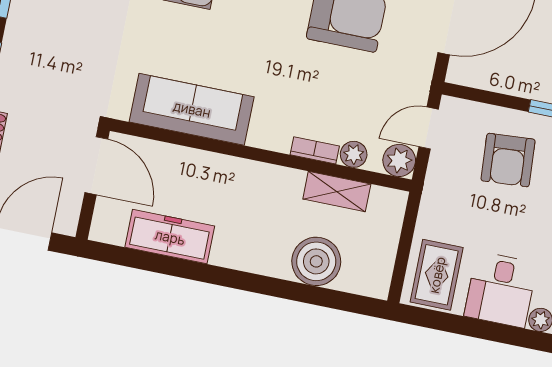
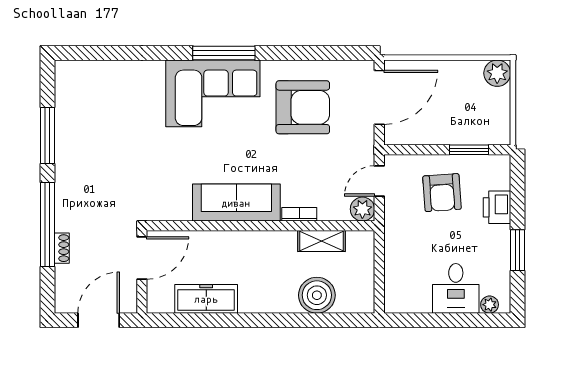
sofa: (192, 109) -> (236, 203), moved
plant: (354, 154) -> (328, 211), removed
door: (96, 166) -> (142, 258), hinge flipped
rug: (437, 275) -> (407, 287), removed

